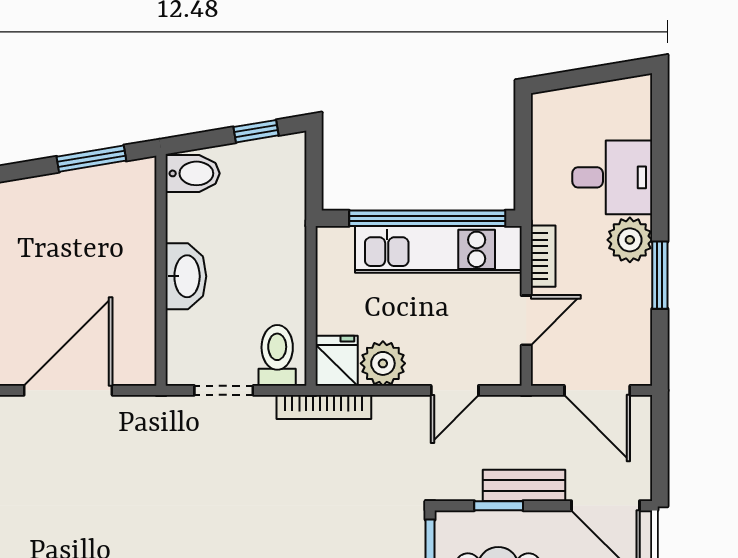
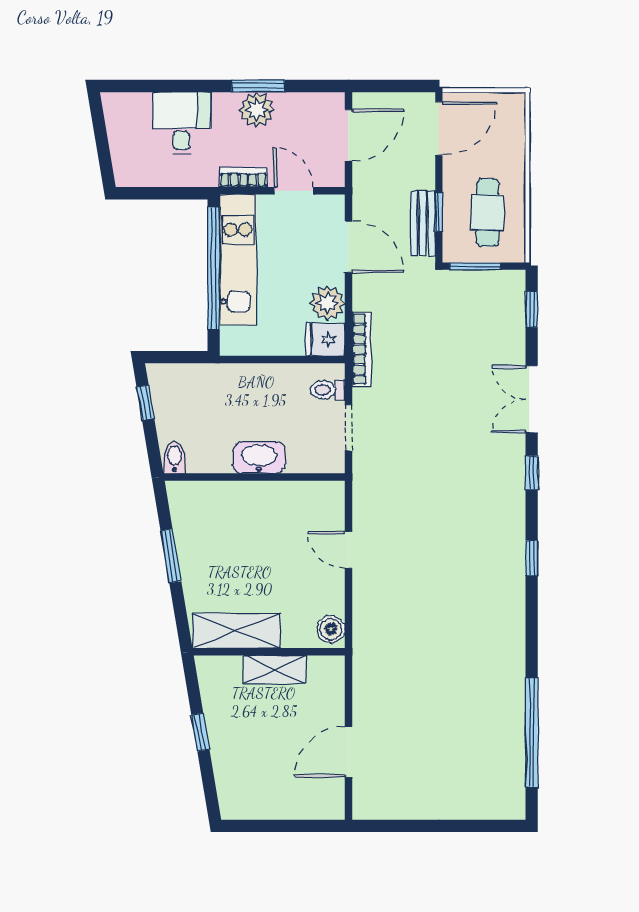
window: (91, 159) -> (171, 556), moved
bidet: (193, 173) -> (174, 458), width x0.72, depth x0.74
plant: (630, 240) -> (257, 110), moved
toilet: (277, 355) -> (328, 390), width x0.73, depth x0.72
door: (68, 390) -> (348, 550), width x0.53
door: (455, 390) -> (348, 247), width x1.38
bench: (524, 485) -> (423, 223), moved

